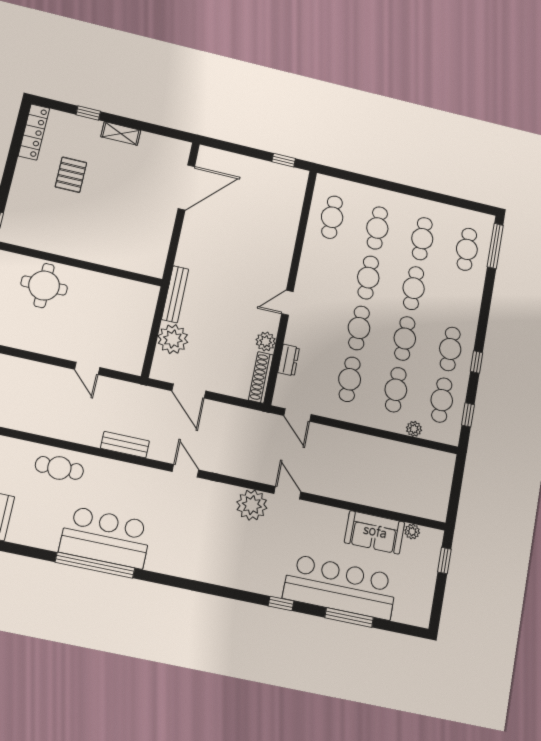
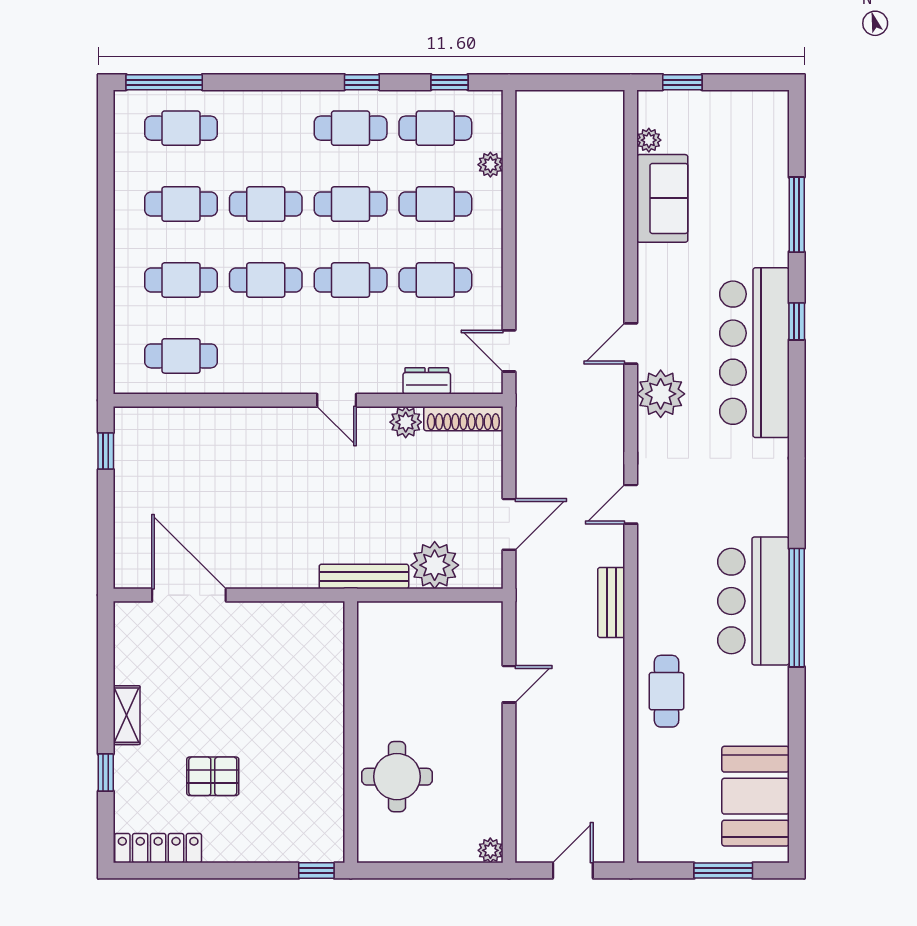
door: (297, 415) -> (509, 351), swing flipped
bar counter: (340, 587) -> (754, 353), moved

